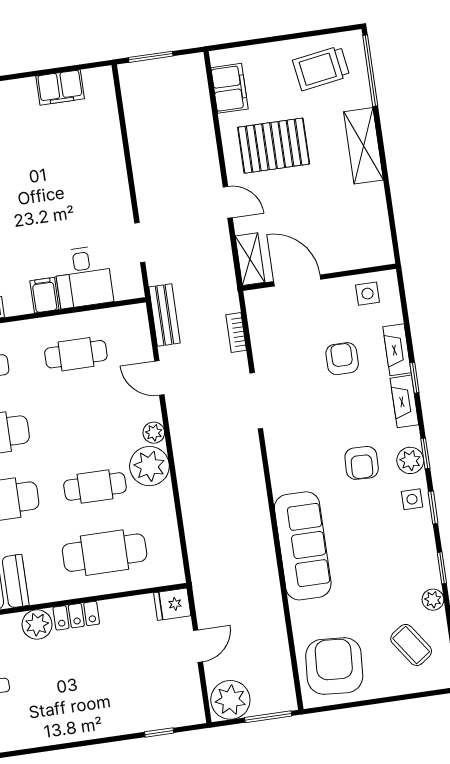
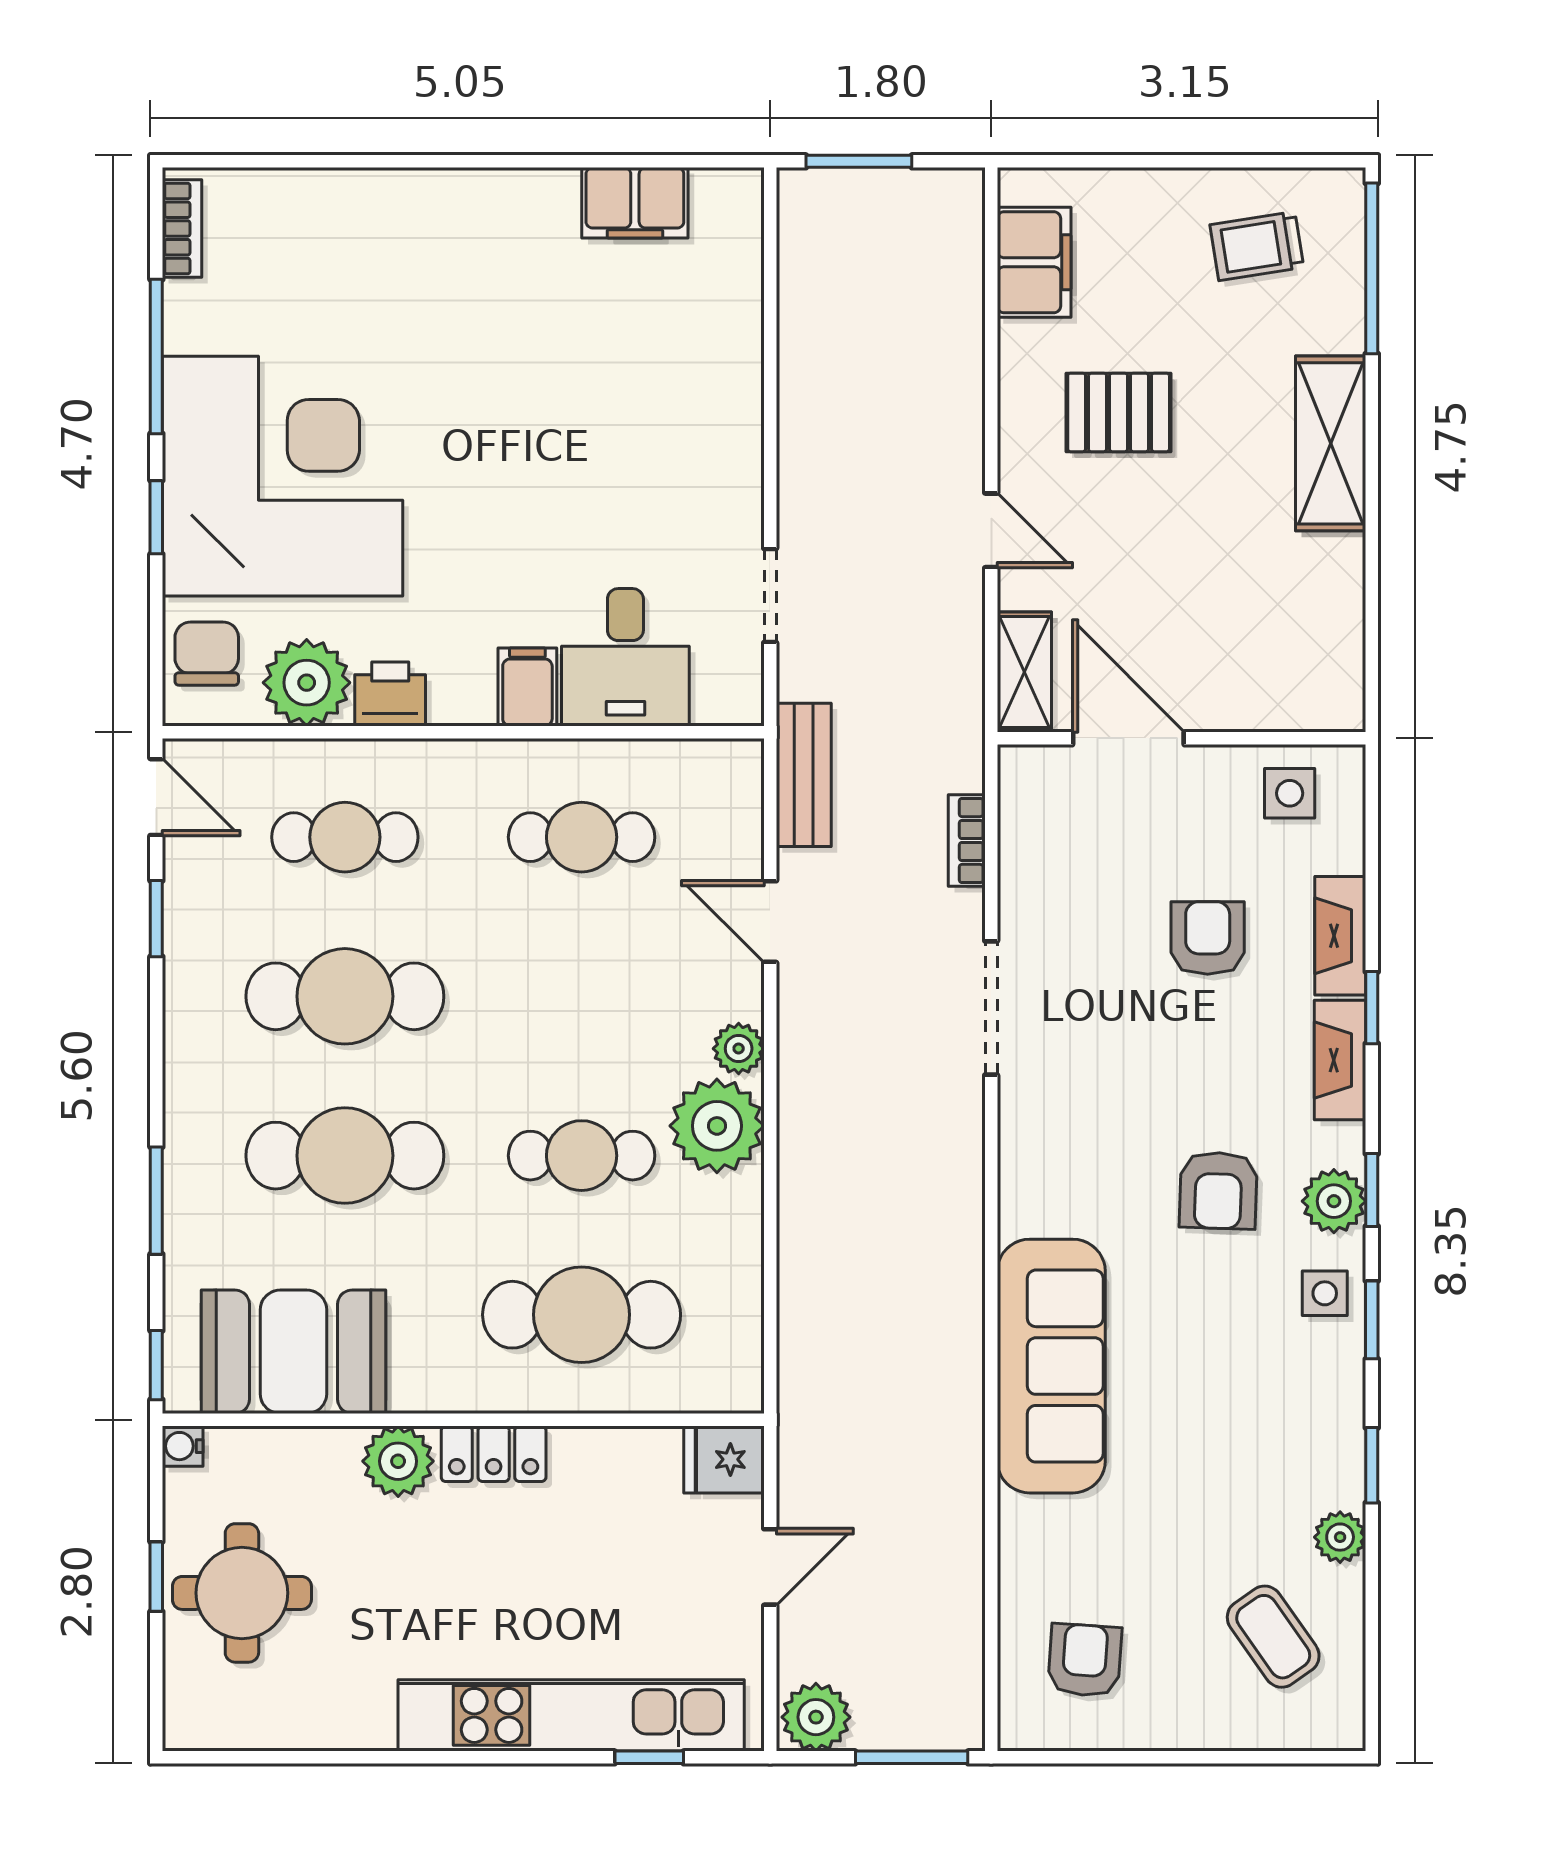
trolley: (321, 68) -> (1257, 246), width x0.73, depth x0.72
pallet: (274, 146) -> (1119, 412), width x0.67, depth x0.71
armchair: (334, 666) -> (1085, 1660), width x0.53, depth x0.53
plant: (230, 700) -> (816, 1717), width x0.73, depth x0.73
kitchen unit: (124, 720) -> (571, 1715), added

